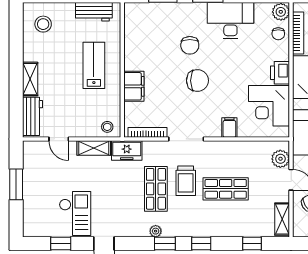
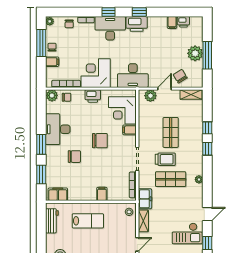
filing cabinet: (133, 21) -> (58, 194), added
lab bench: (94, 65) -> (88, 221), turned 180
chair: (197, 81) -> (100, 141), moved, turned 90
filing cabinet: (134, 86) -> (102, 194), width x0.50
corner desk: (269, 106) -> (122, 110), moved, turned 90
checkout: (75, 213) -> (187, 233), turned 180
window: (165, 243) -> (207, 173), removed
window: (252, 243) -> (207, 128), moved

